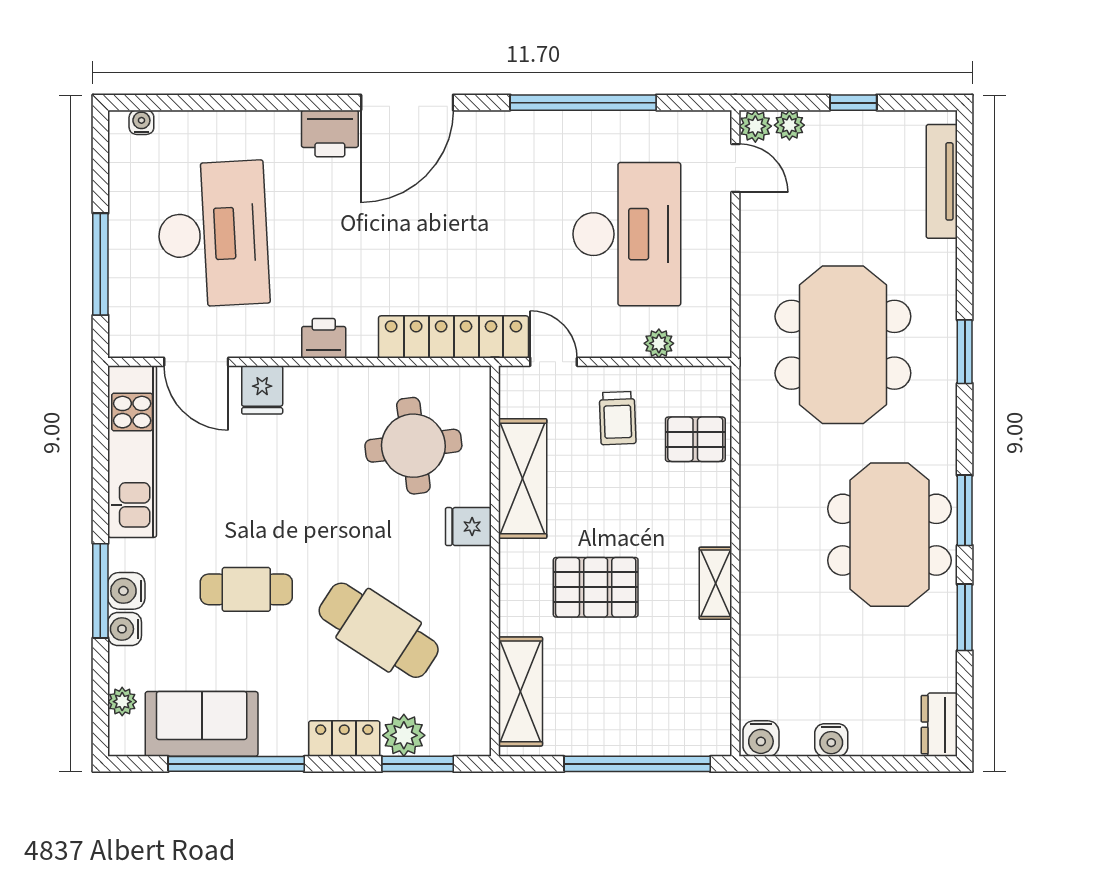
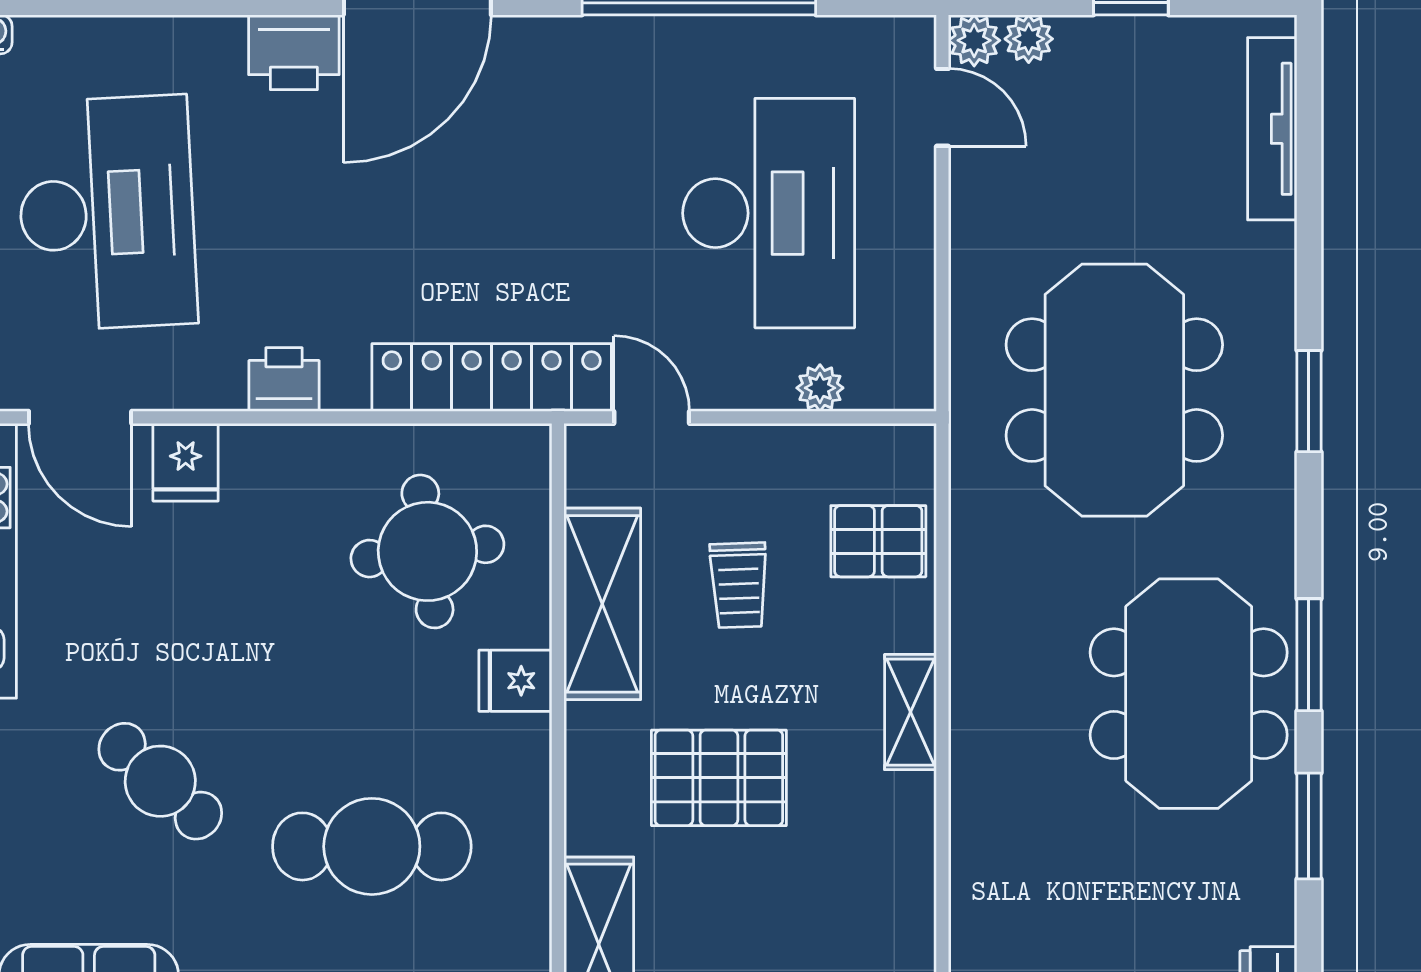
trolley: (618, 418) -> (739, 585), moved
shelving: (715, 583) -> (910, 712), moved
cafe table: (246, 589) -> (160, 781), turned 42
cafe table: (379, 630) -> (372, 846), turned -33

